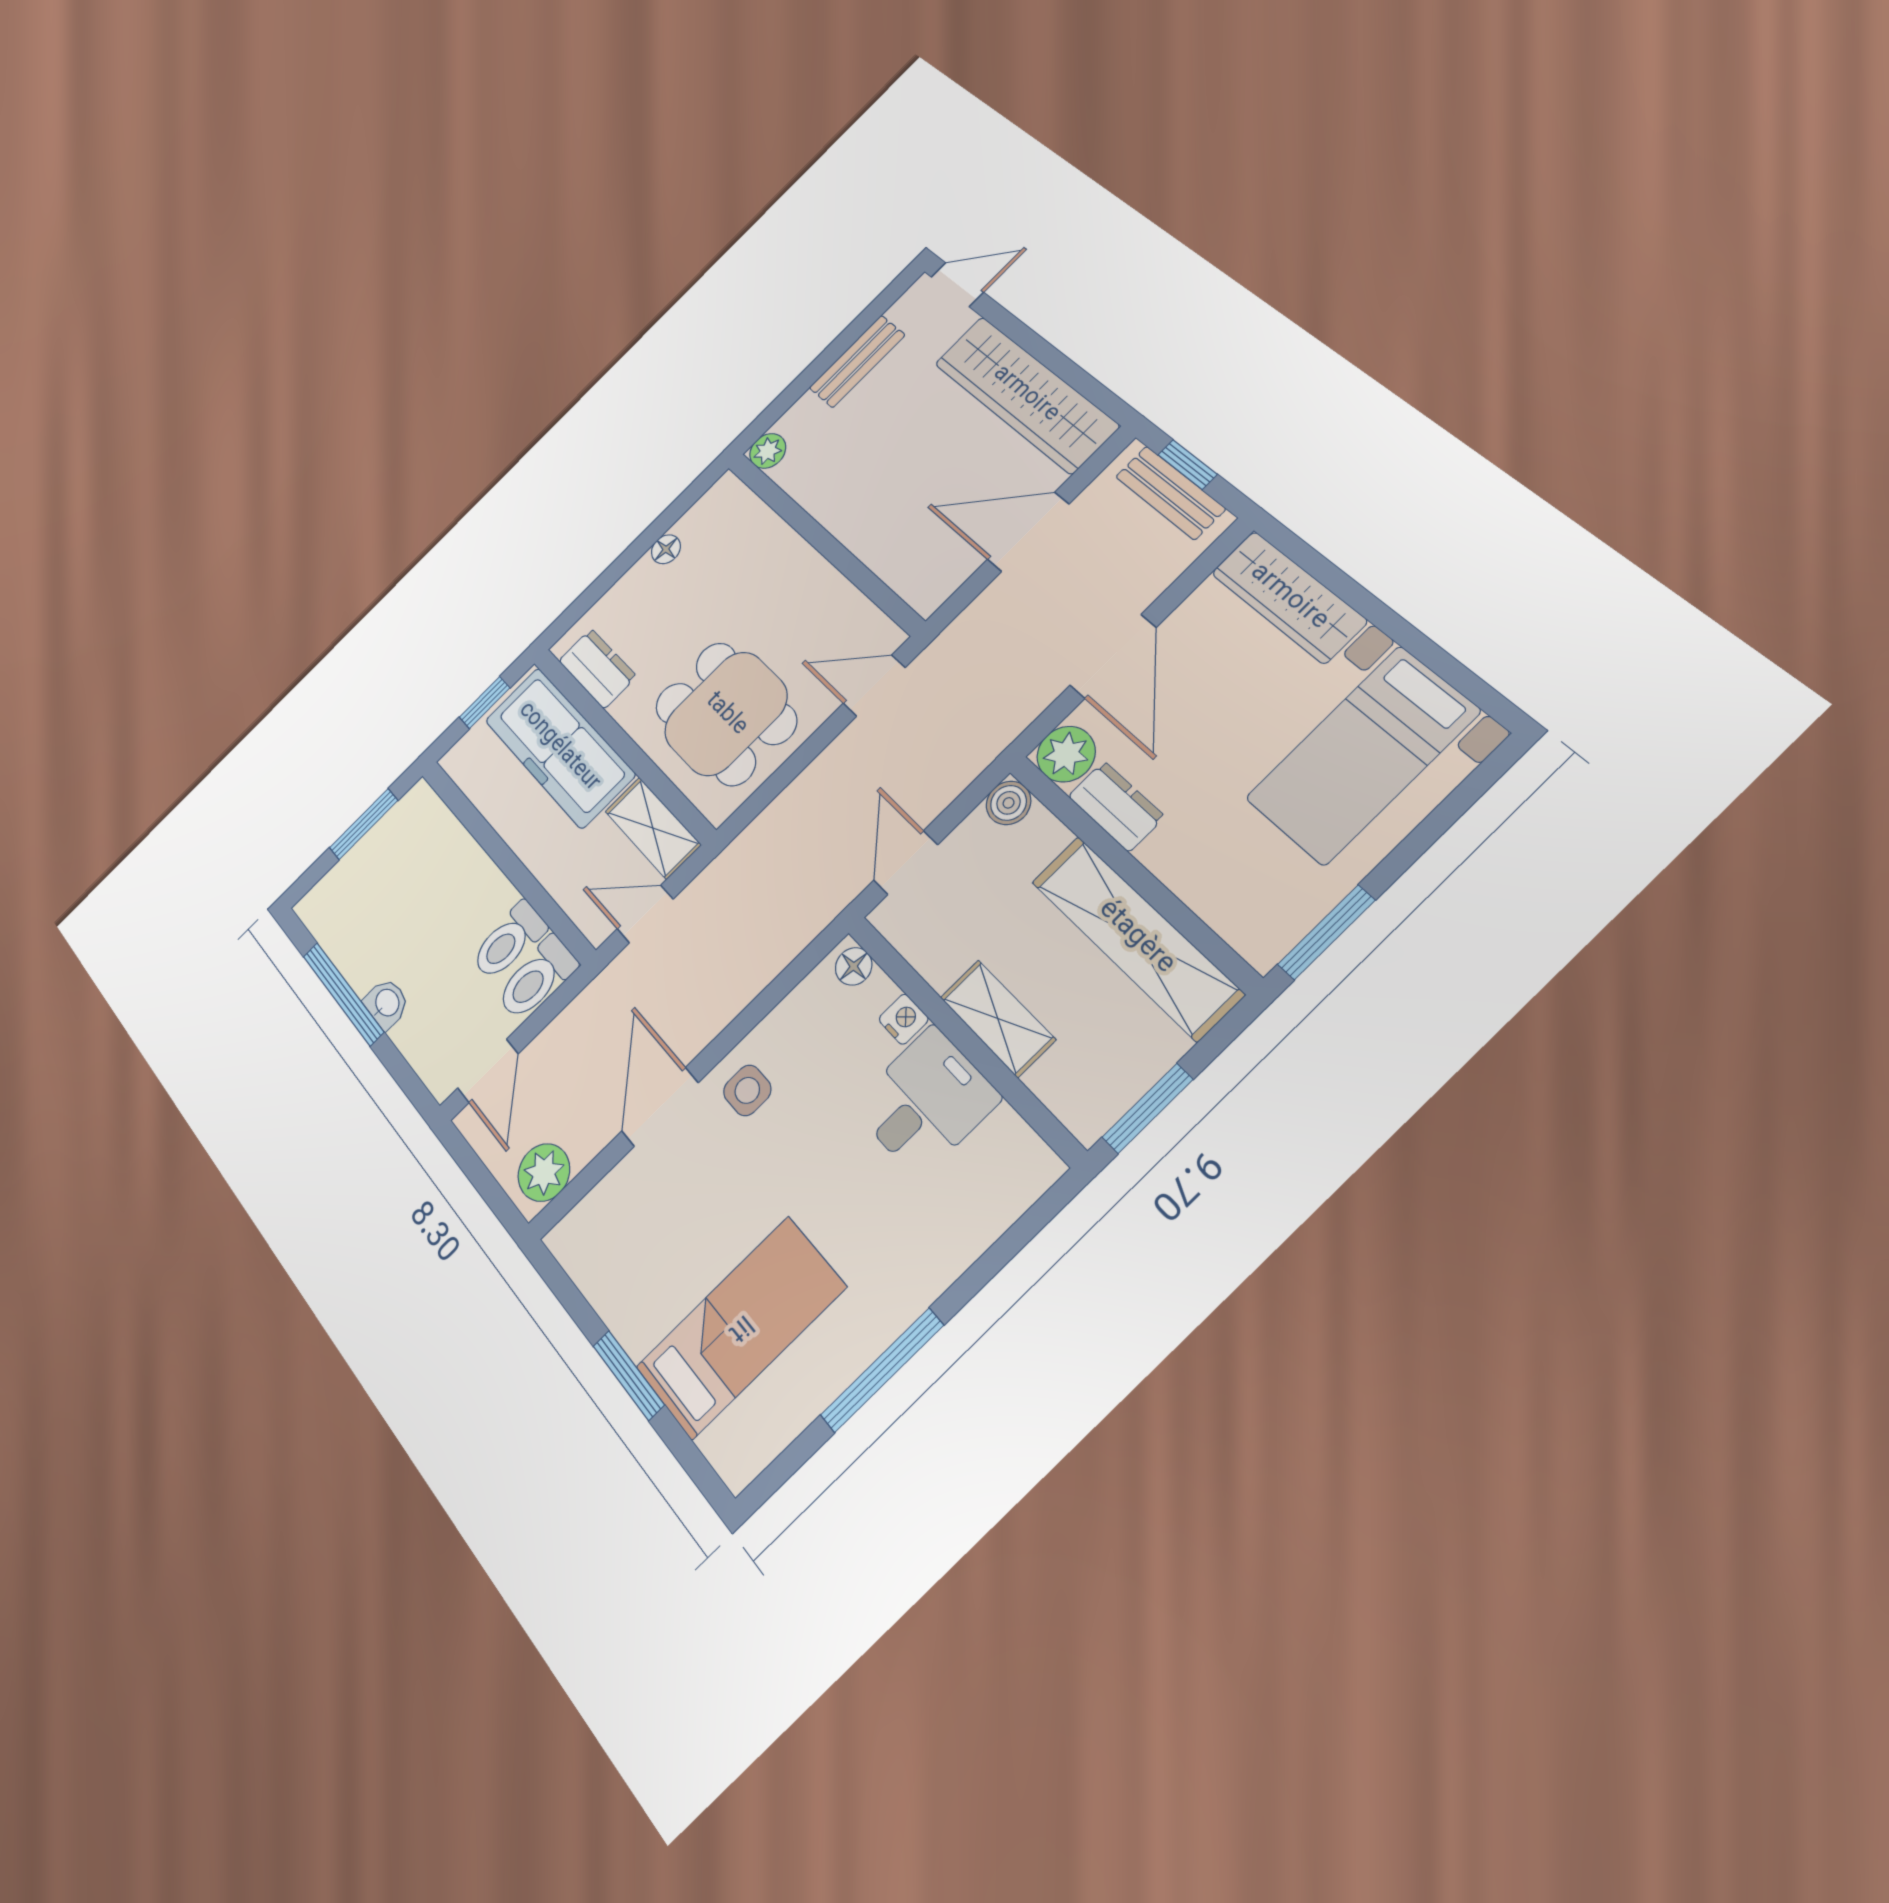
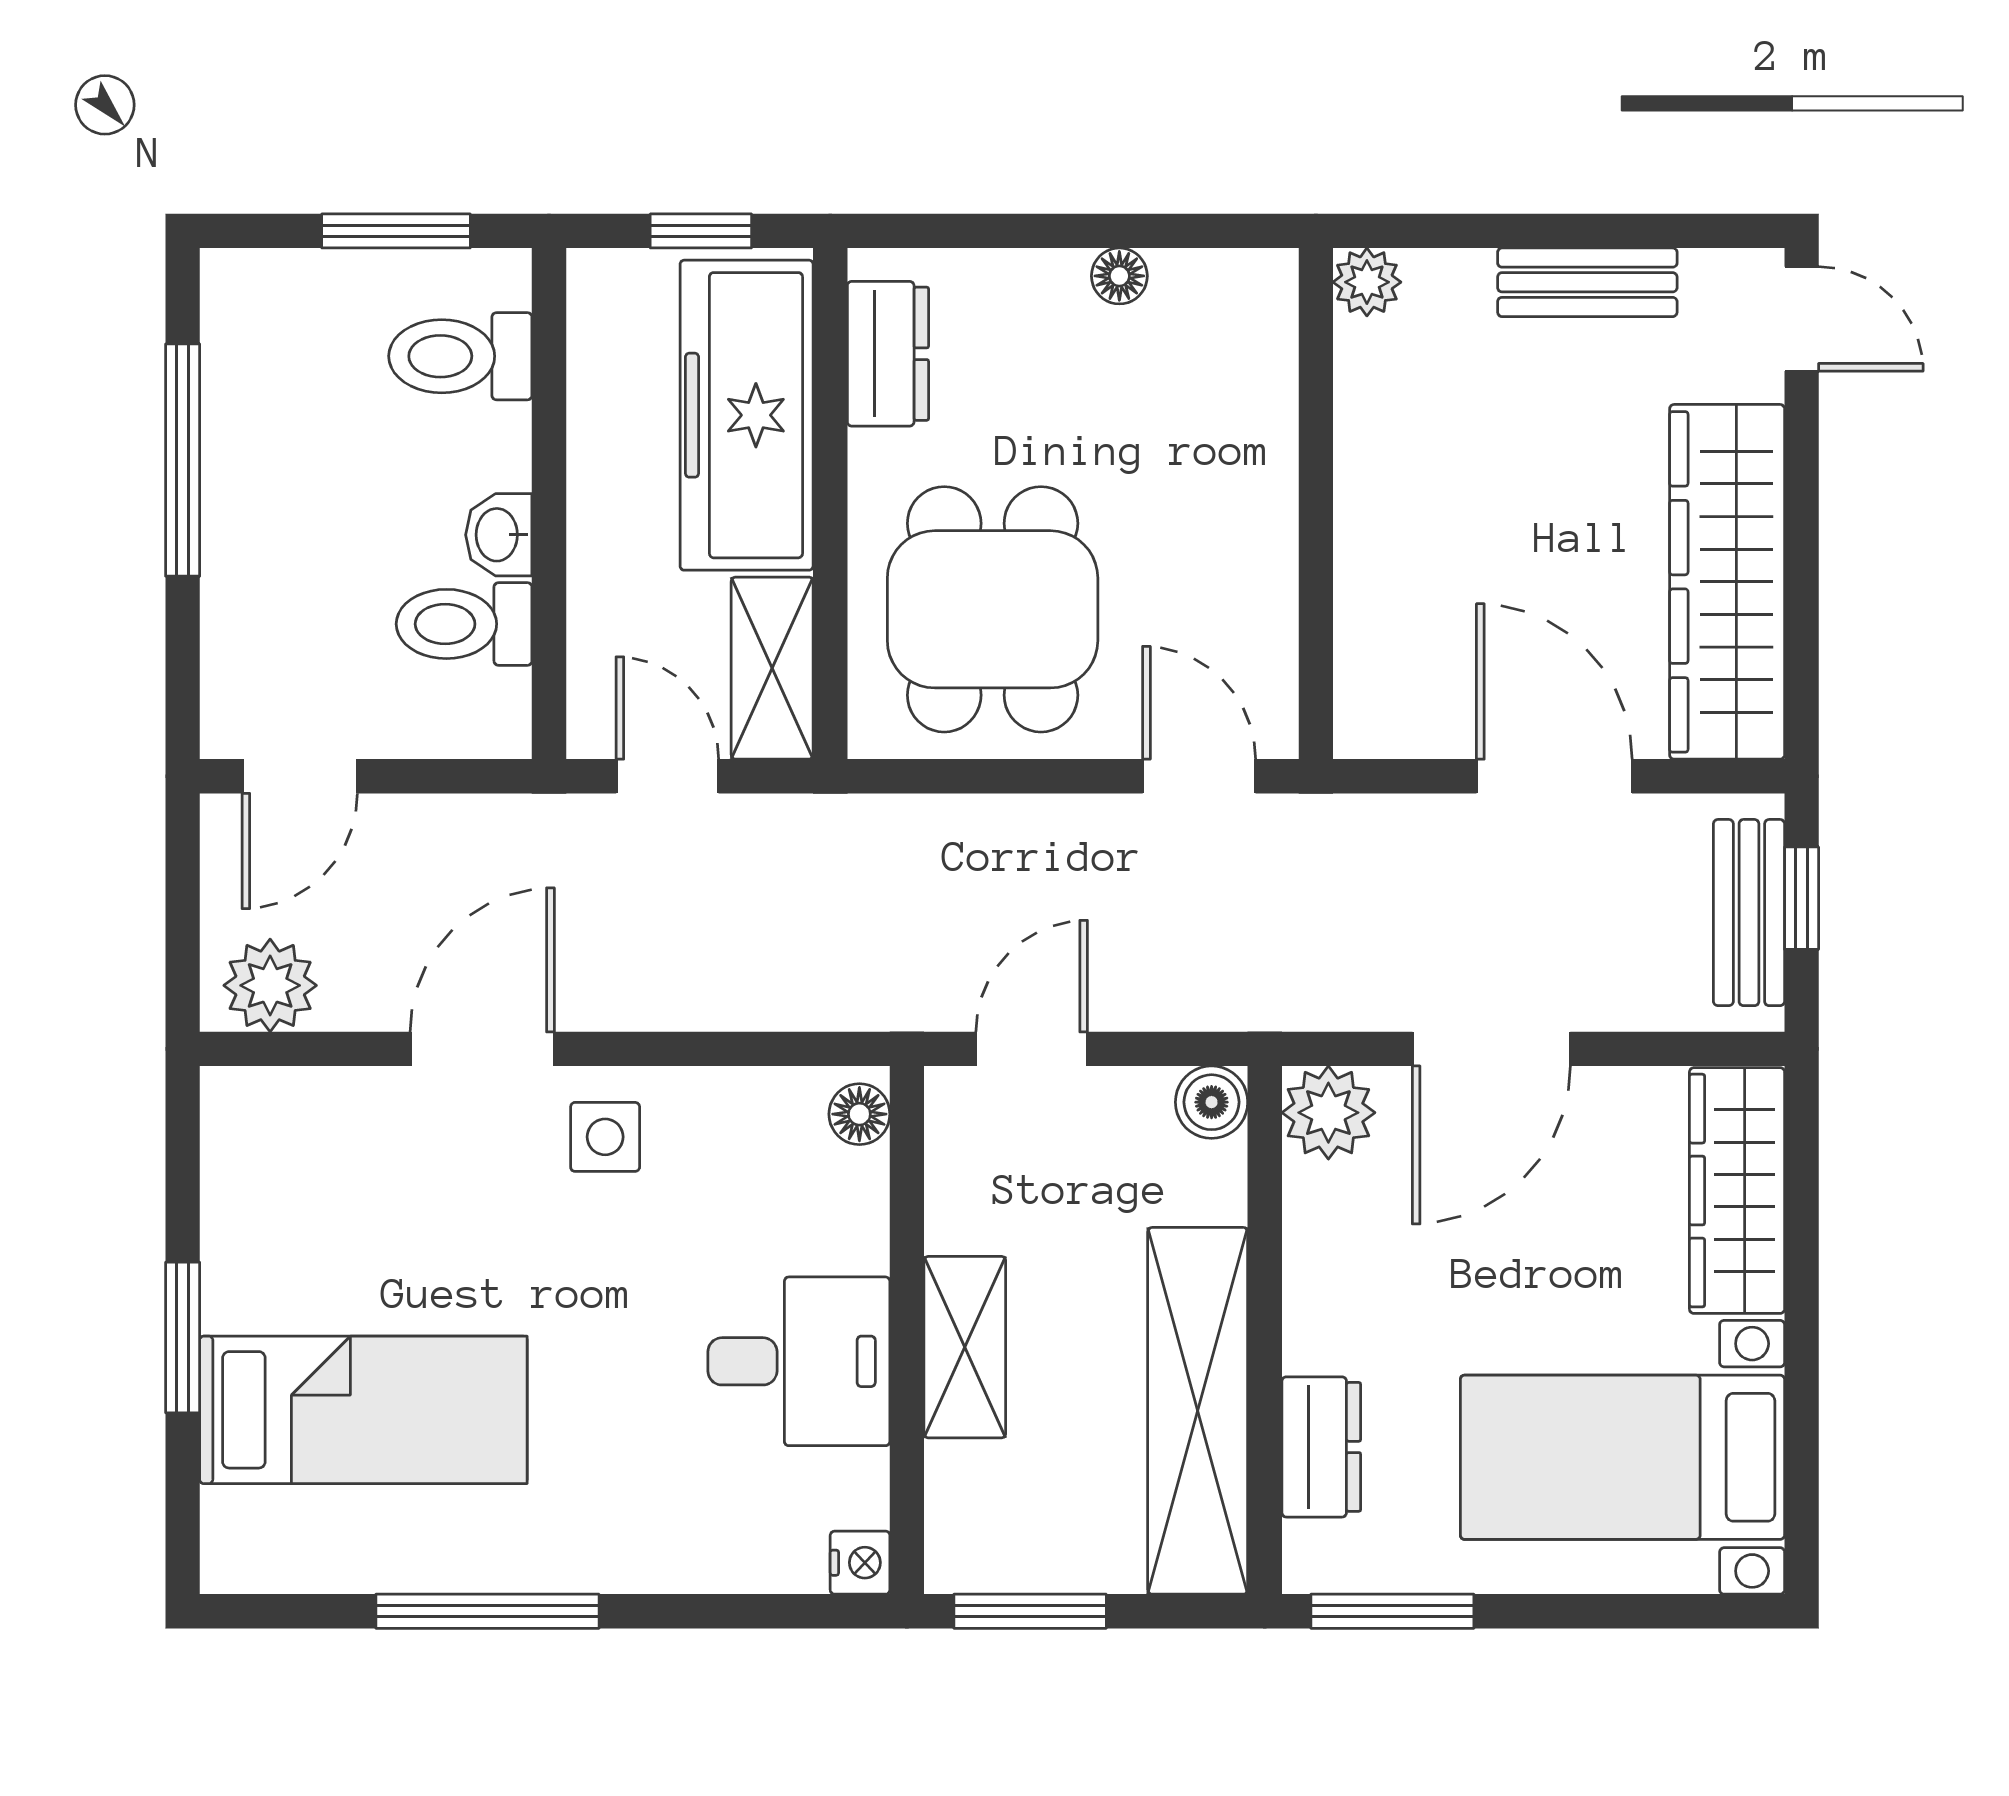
dresser: (1116, 806) -> (1321, 1447), moved
toilet: (537, 978) -> (460, 356), moved
washbasin: (386, 1003) -> (499, 535), moved, turned 180
nightstand: (904, 1019) -> (860, 1563), moved

